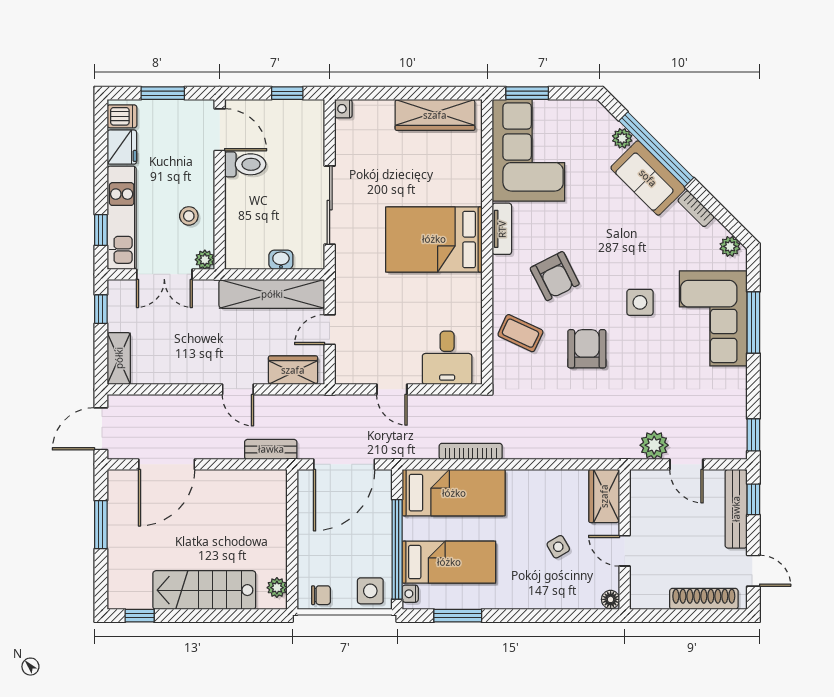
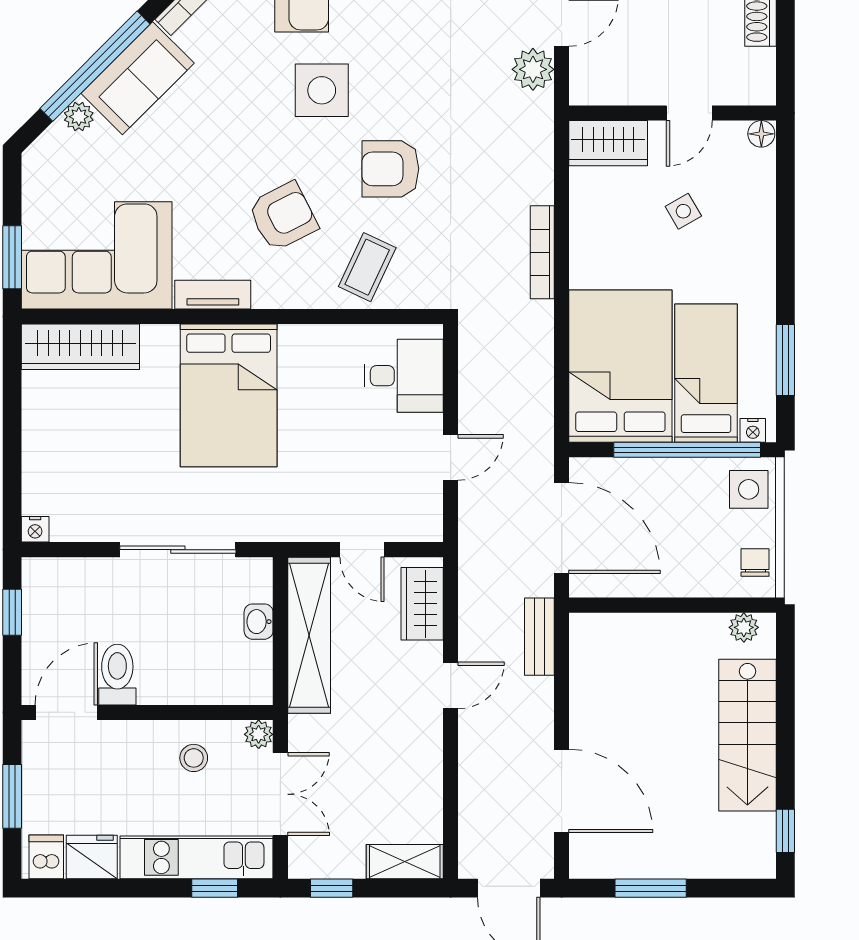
wardrobe: (435, 115) -> (80, 347), moved, turned 90
side table: (640, 302) -> (322, 90), width x1.37, depth x1.37
bookcase: (471, 451) -> (542, 252), moved
bed: (454, 493) -> (620, 366), width x1.50

